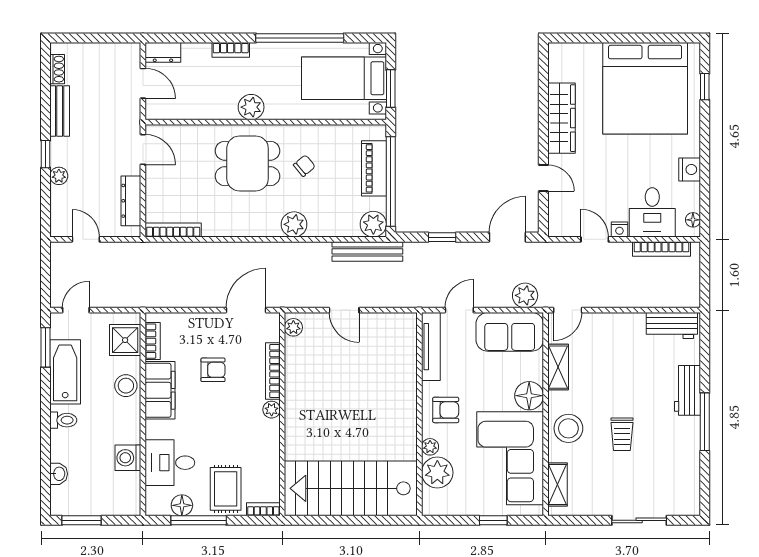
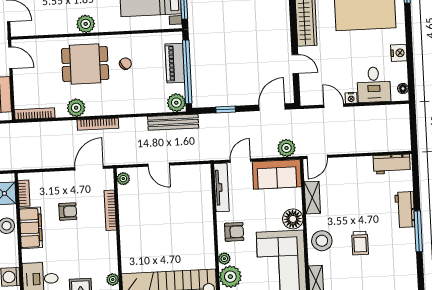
plant: (294, 224) -> (76, 108), moved
bookcase: (662, 249) -> (98, 124), moved
plant: (272, 410) -> (113, 280), moved

